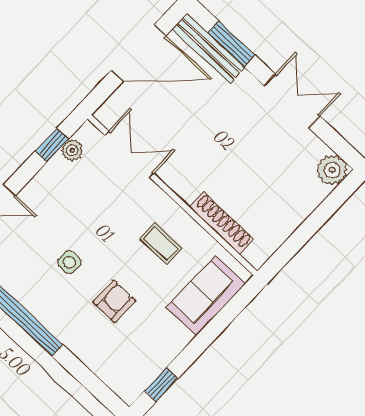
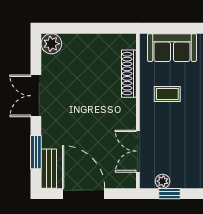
bench: (208, 48) -> (49, 169), width x0.73
coffee table: (161, 244) -> (167, 94), turned 90

